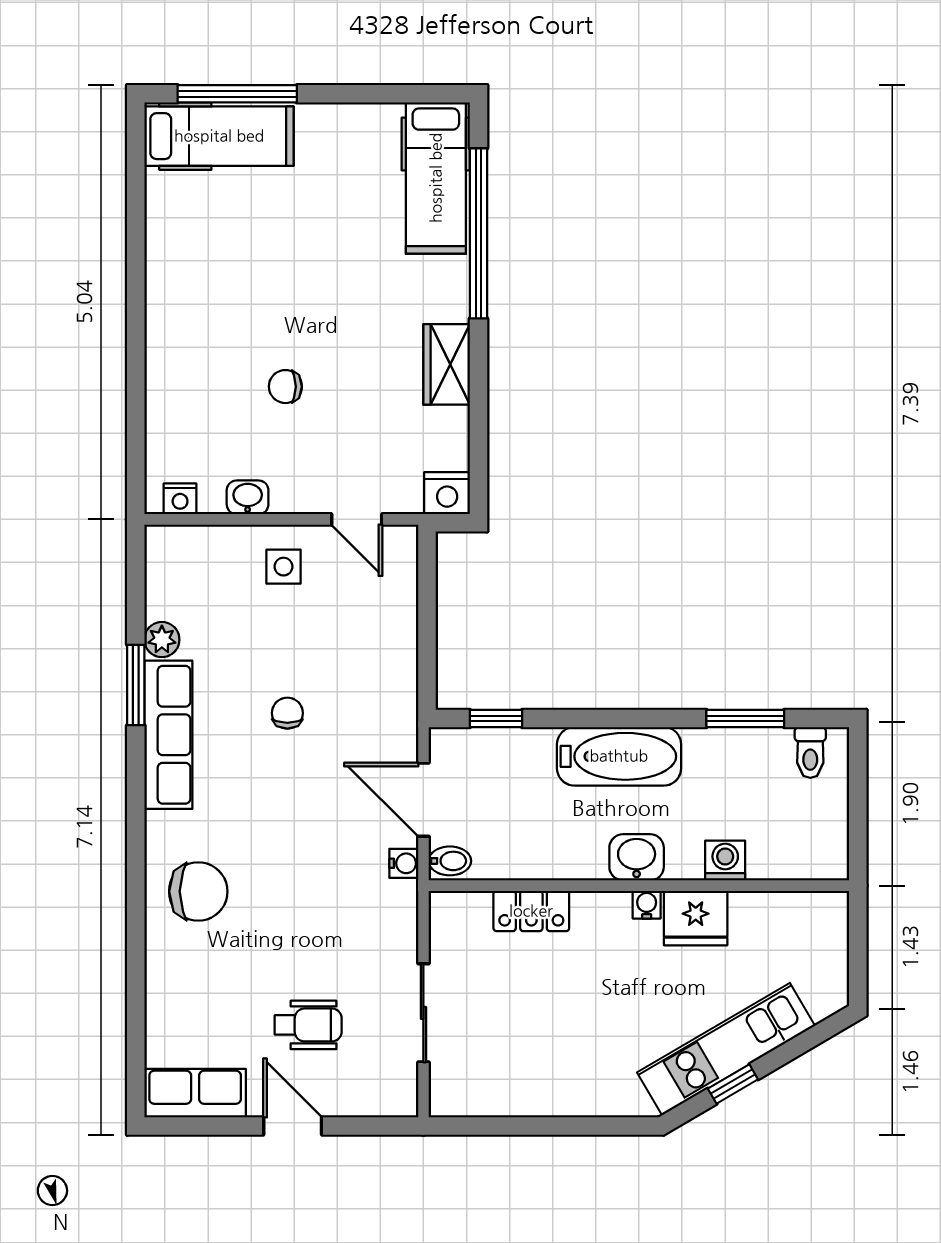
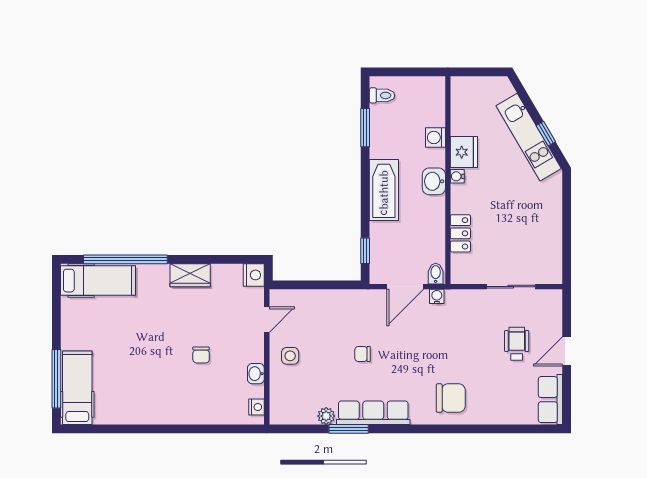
chair: (198, 891) -> (451, 398), turned 90

